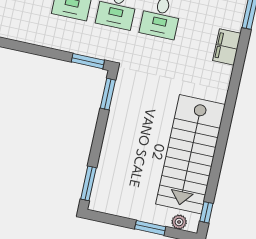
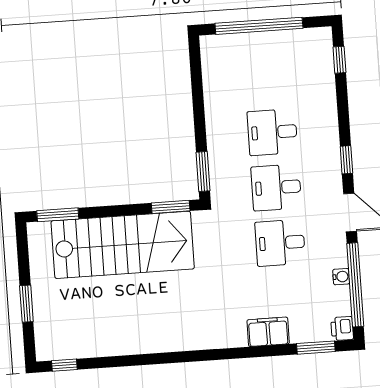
stairs: (191, 154) -> (123, 245), moved, turned 180
plant: (179, 222) -> (43, 336), removed

